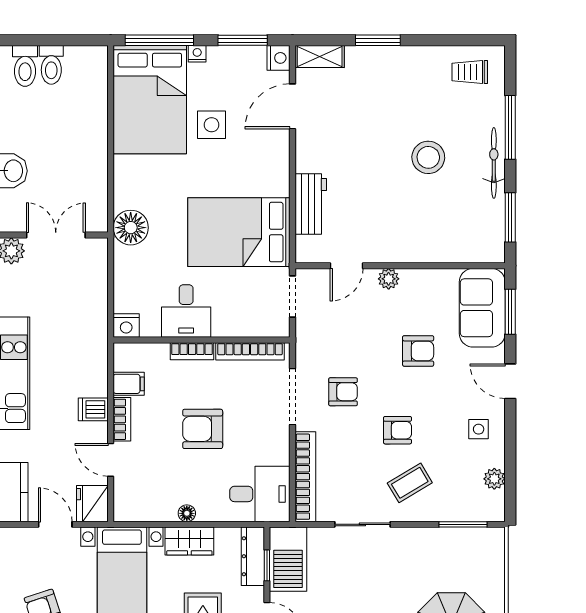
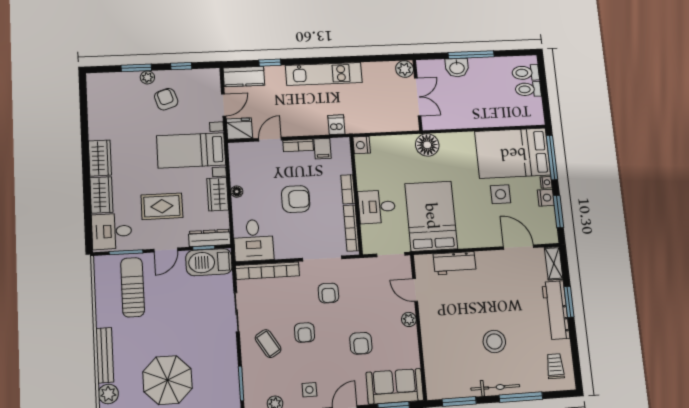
nightstand: (278, 58) -> (546, 198), moved, turned -90
workbench: (389, 61) -> (556, 310), added
desk: (186, 311) -> (377, 207), moved
dishwasher: (93, 409) -> (336, 125), moved
armchair: (203, 429) -> (296, 199), turned 90

